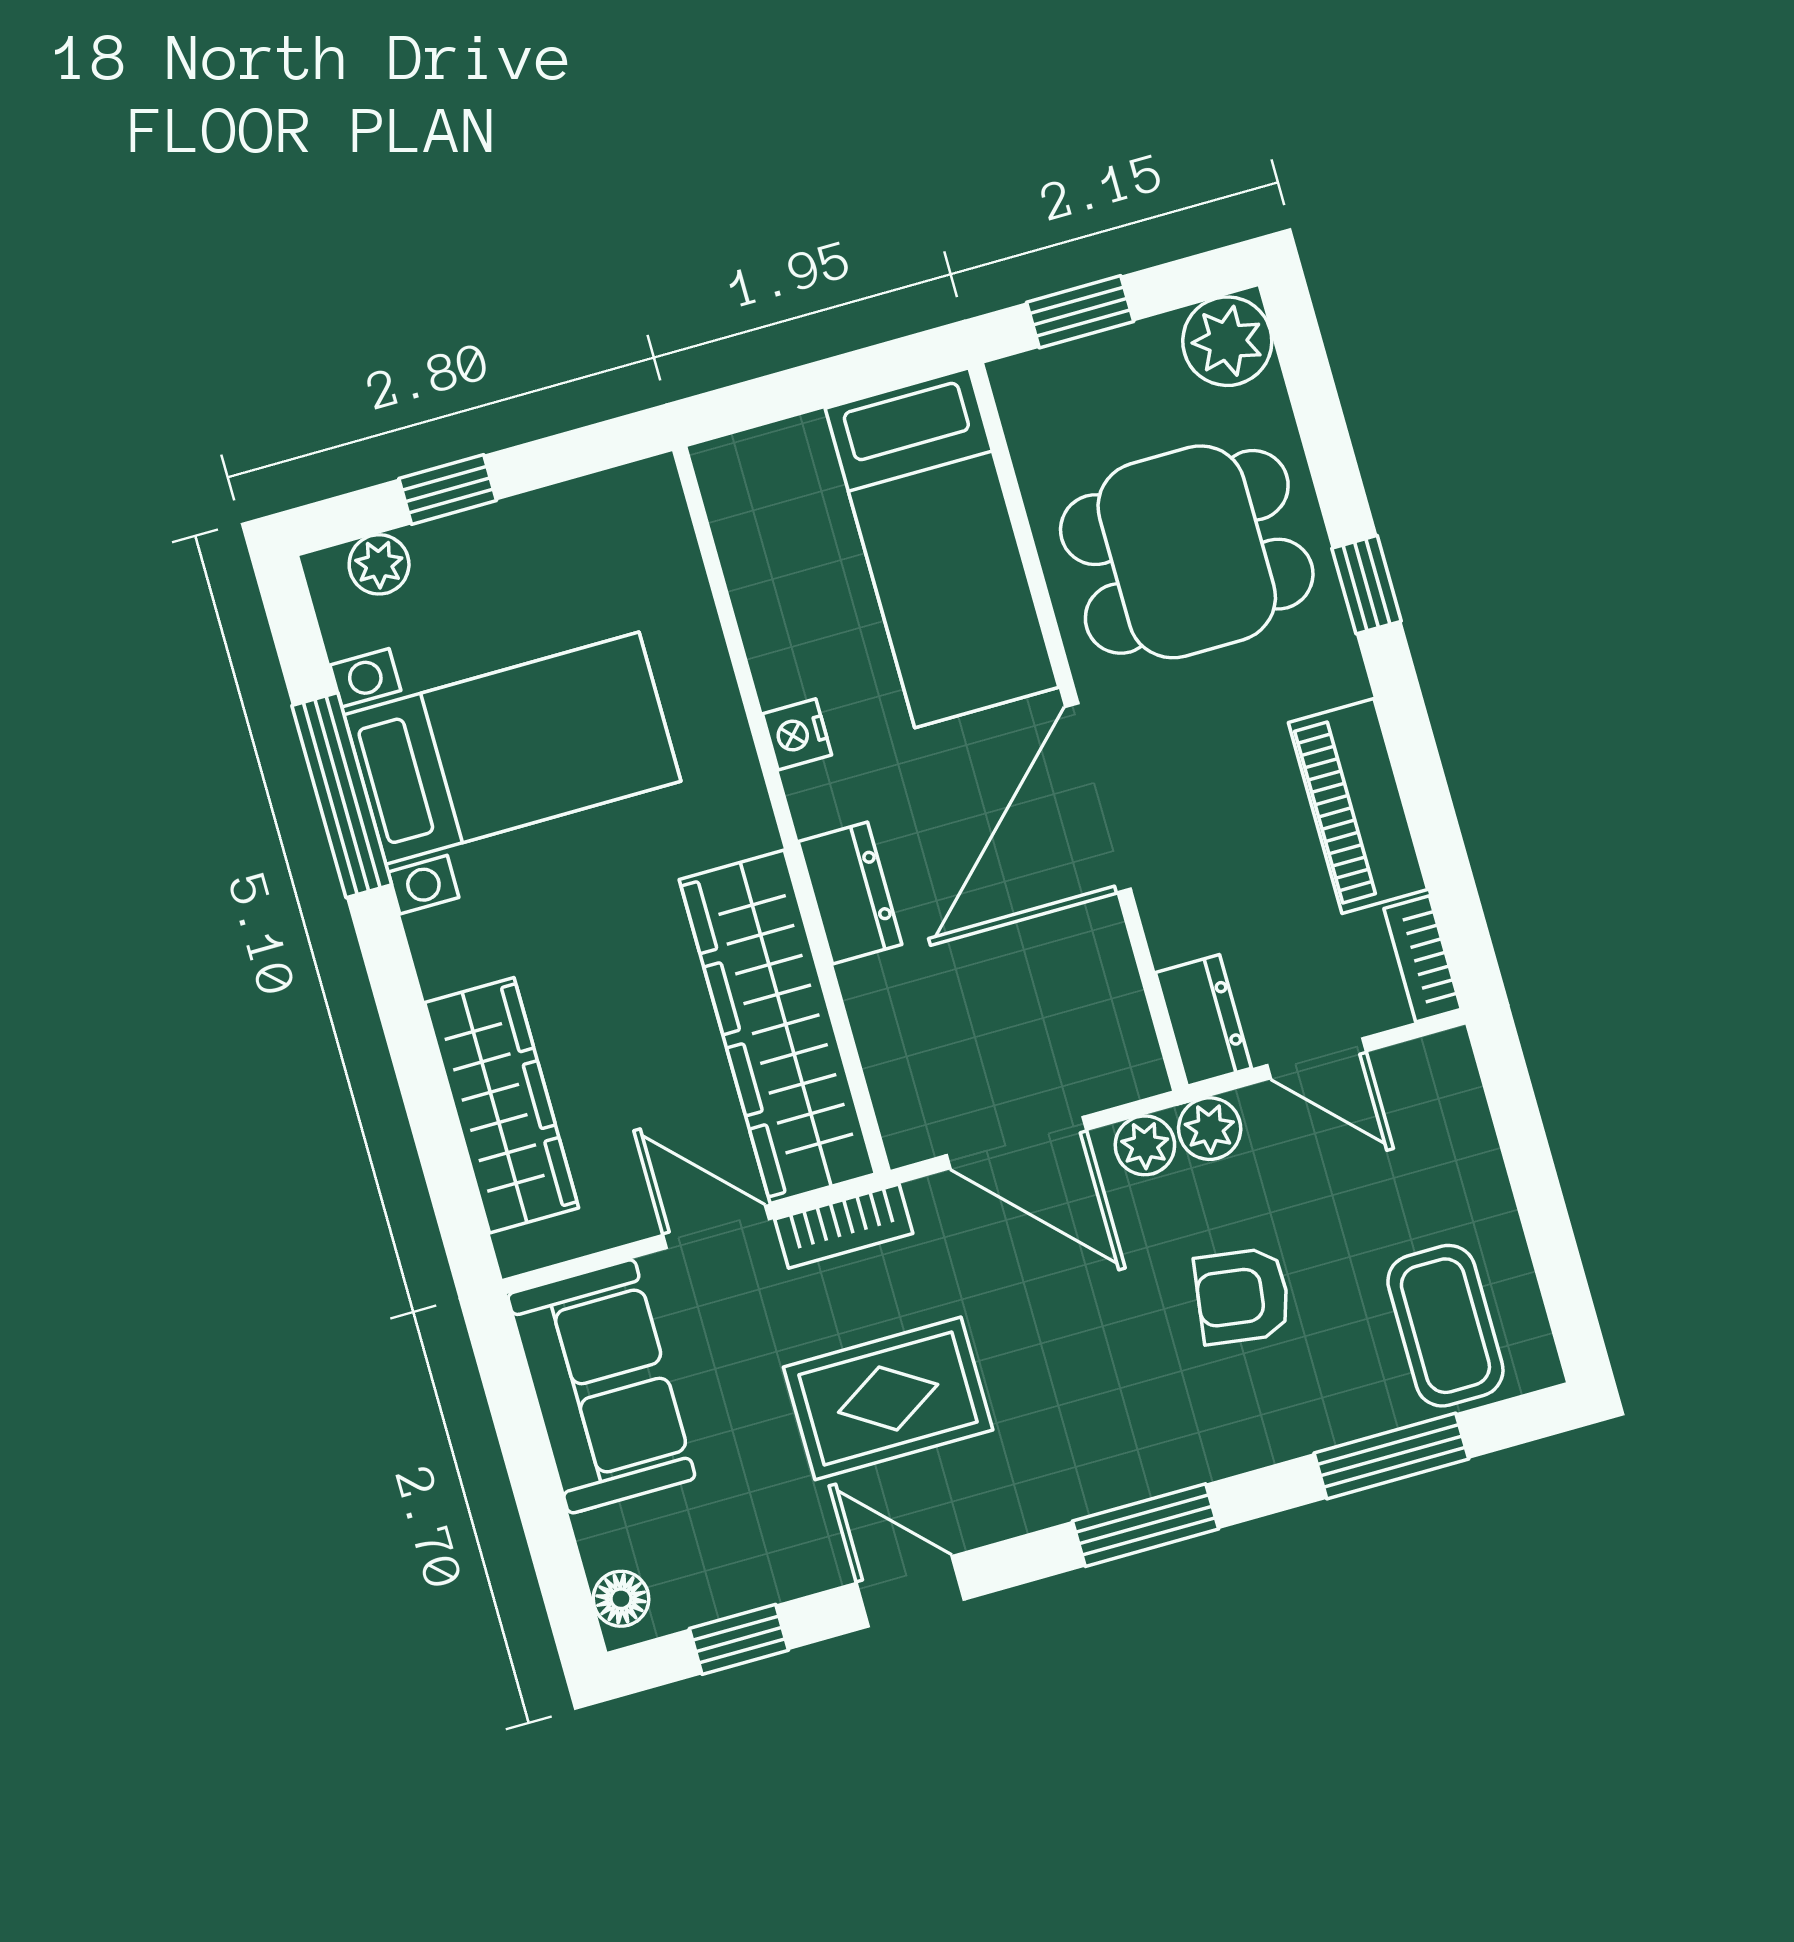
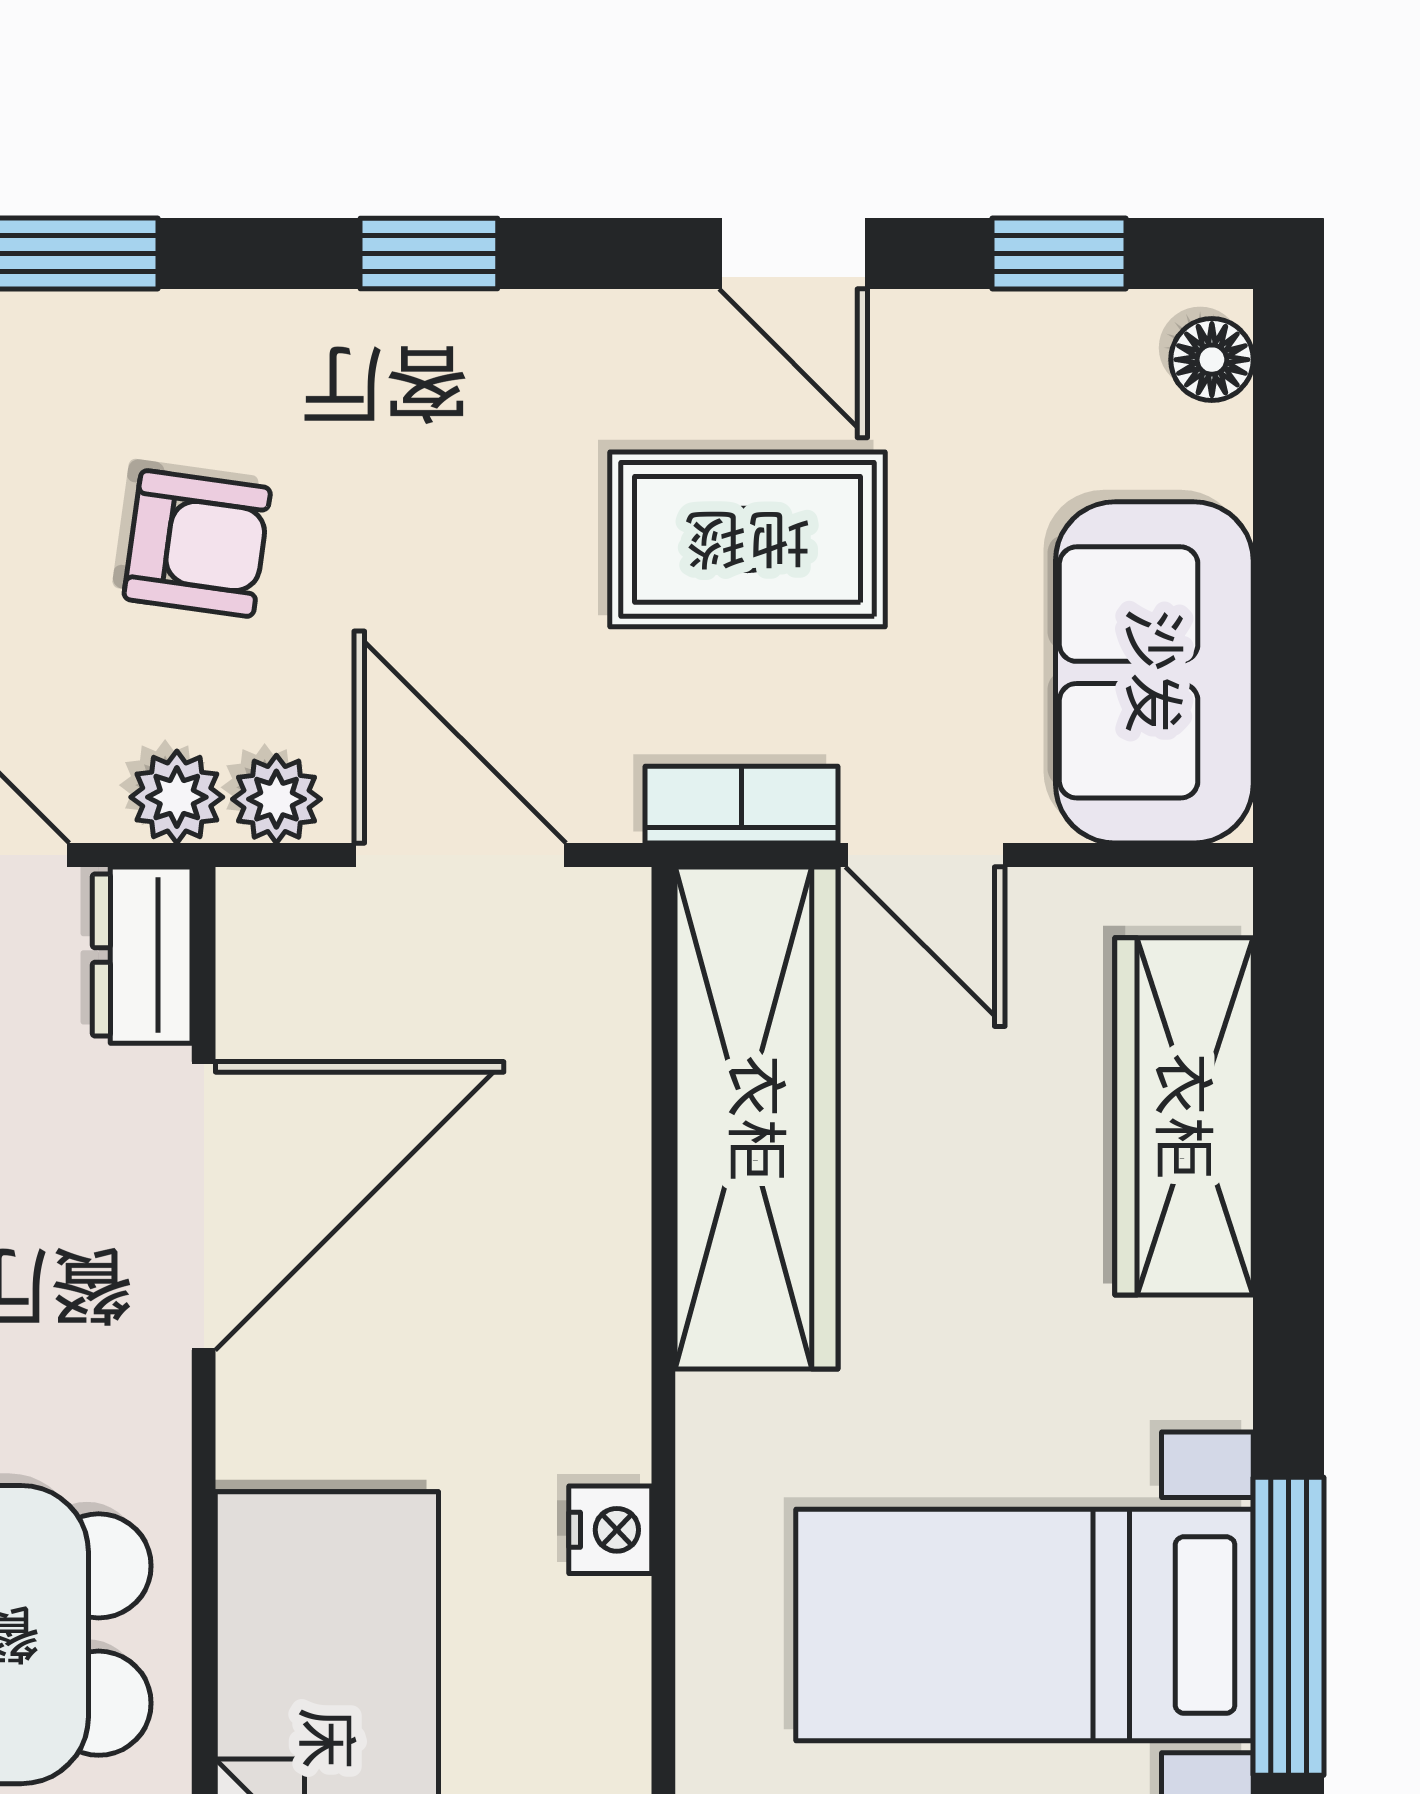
door: (1098, 798) -> (204, 1206), moved
dresser: (850, 893) -> (598, 1281), removed
window: (1146, 1525) -> (429, 254), width x0.67

